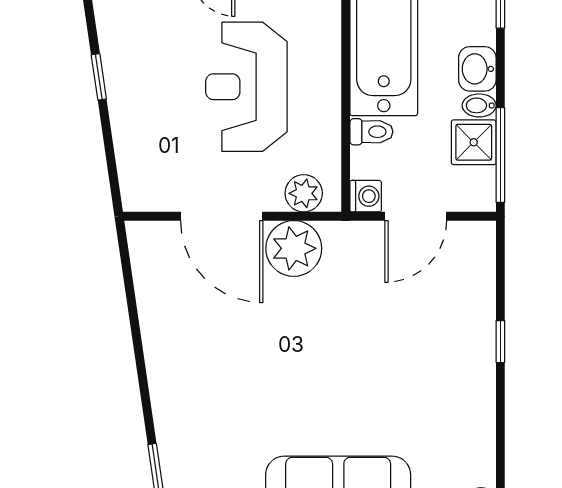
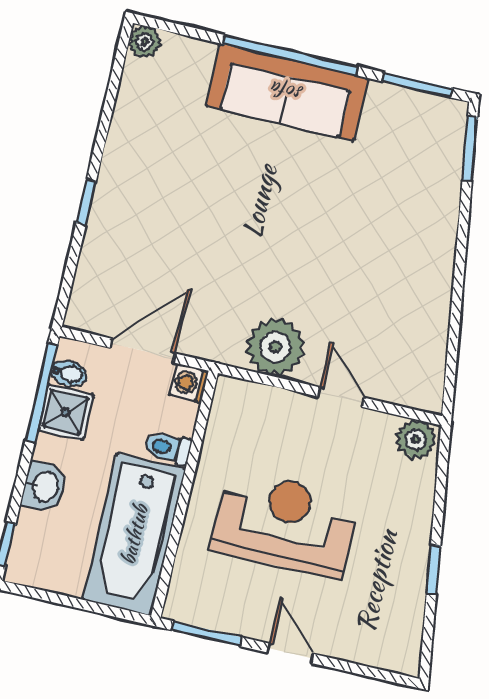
reception desk: (246, 87) -> (285, 524), turned -90
bidet: (479, 105) -> (69, 373), moved
plant: (304, 193) -> (416, 439), moved
door: (222, 216) -> (341, 397), width x0.53

